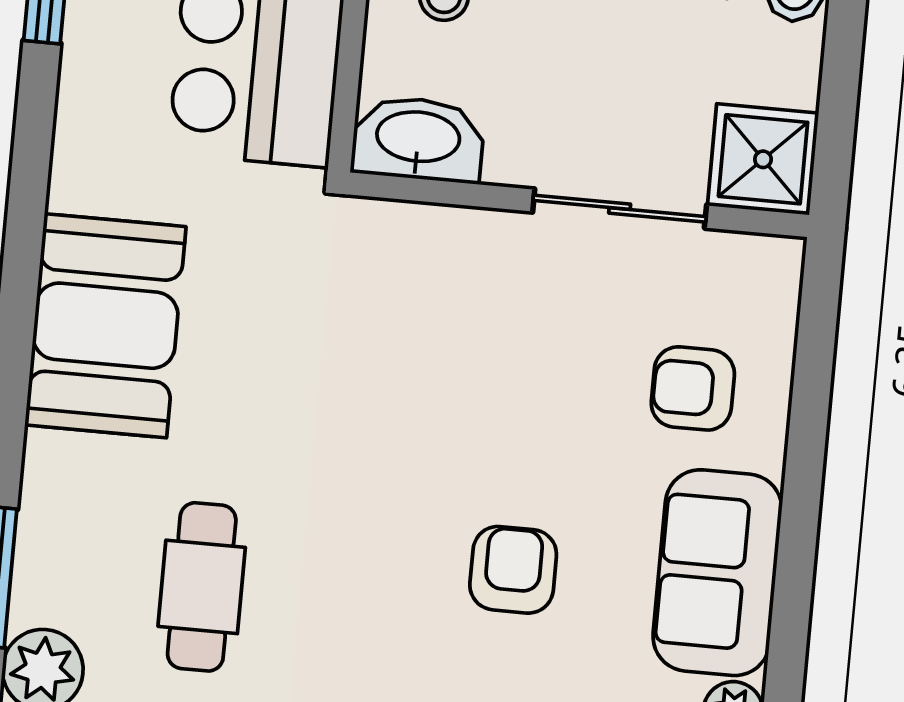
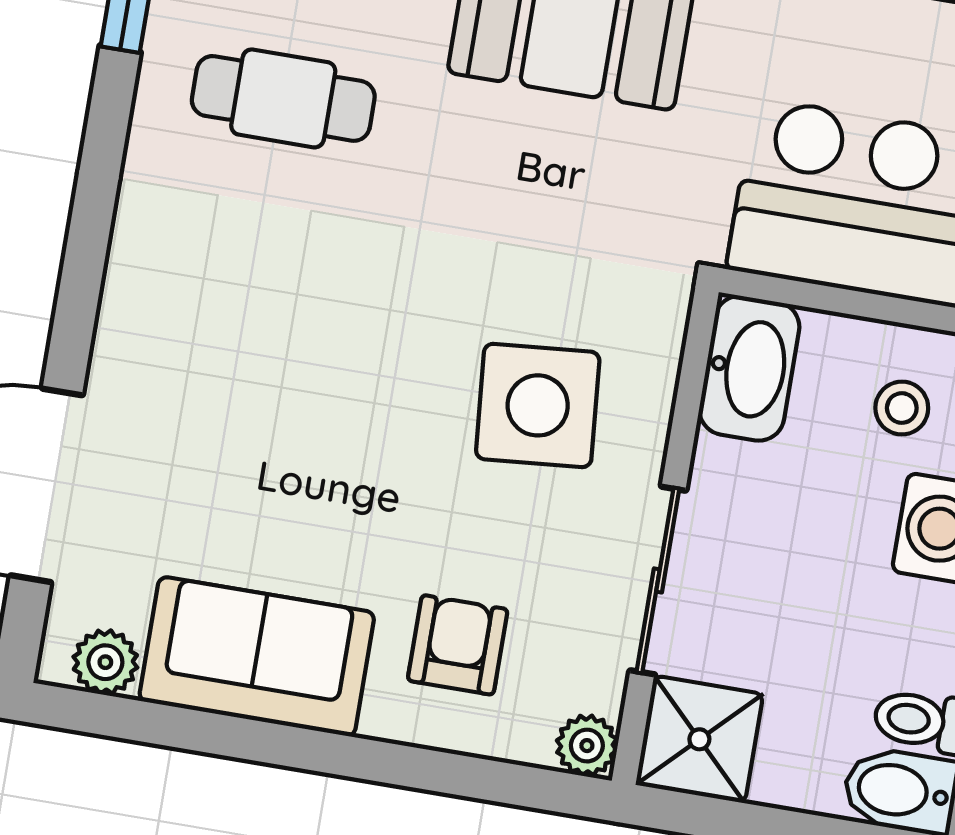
plant: (777, 262) -> (587, 746), added
side table: (467, 331) -> (538, 405), added
armchair: (513, 570) -> (276, 436), removed

